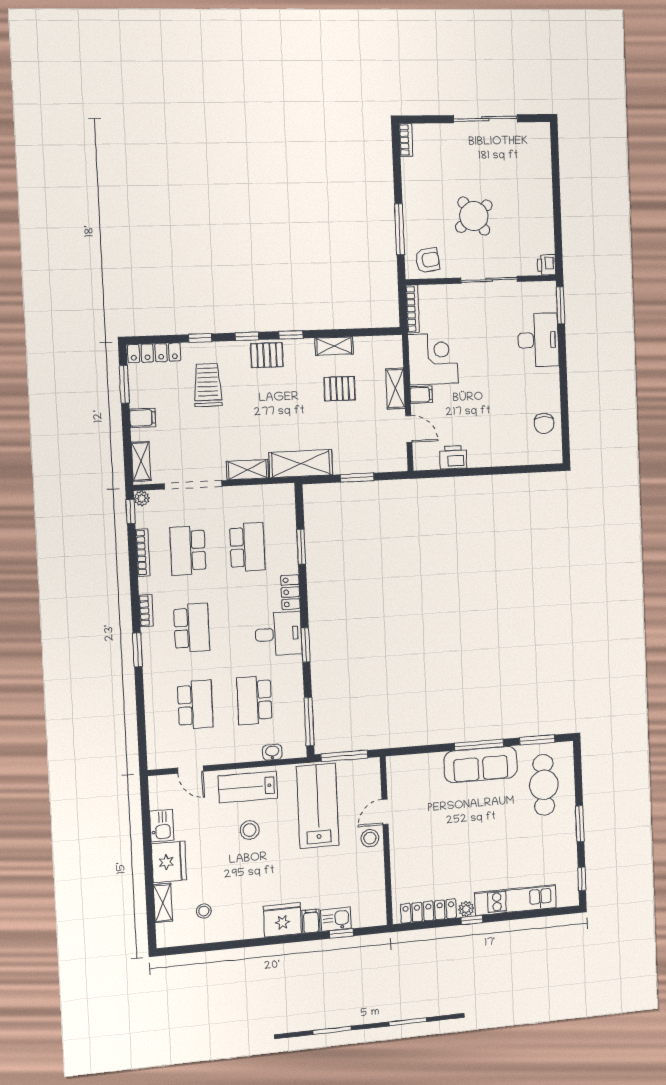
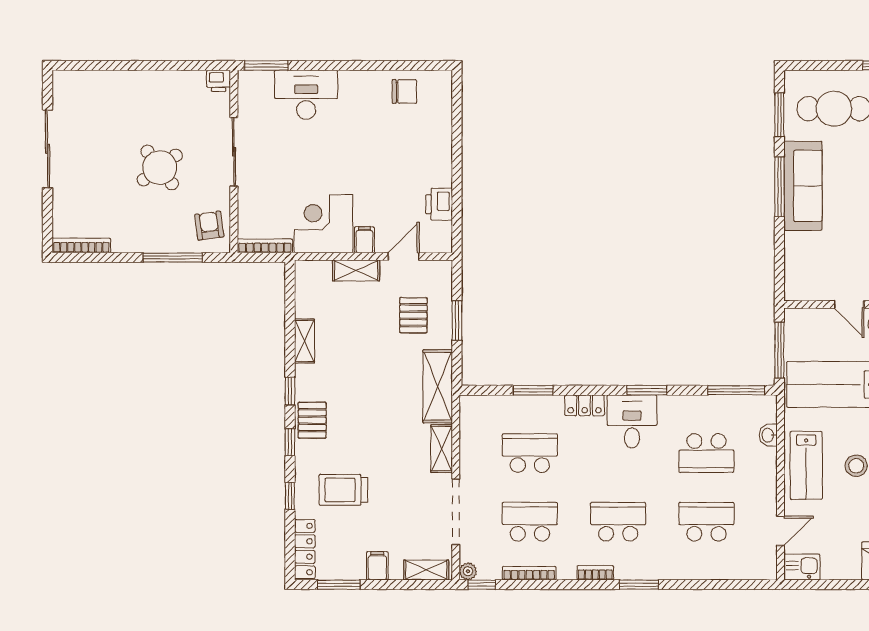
bookcase: (406, 140) -> (81, 245), width x1.56
pallet: (340, 389) -> (413, 315), moved
school desk: (188, 550) -> (530, 522), turned 180
kitchen sink: (162, 826) -> (802, 567), moved

